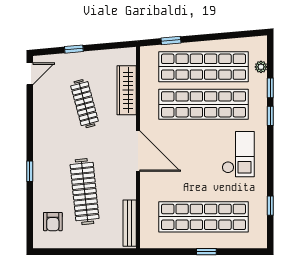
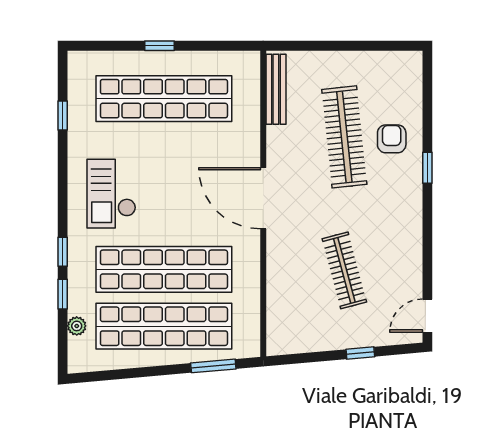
window: (171, 41) -> (213, 366), width x1.50
wardrobe: (127, 90) -> (281, 291), removed
armchair: (53, 222) -> (392, 139), moved

